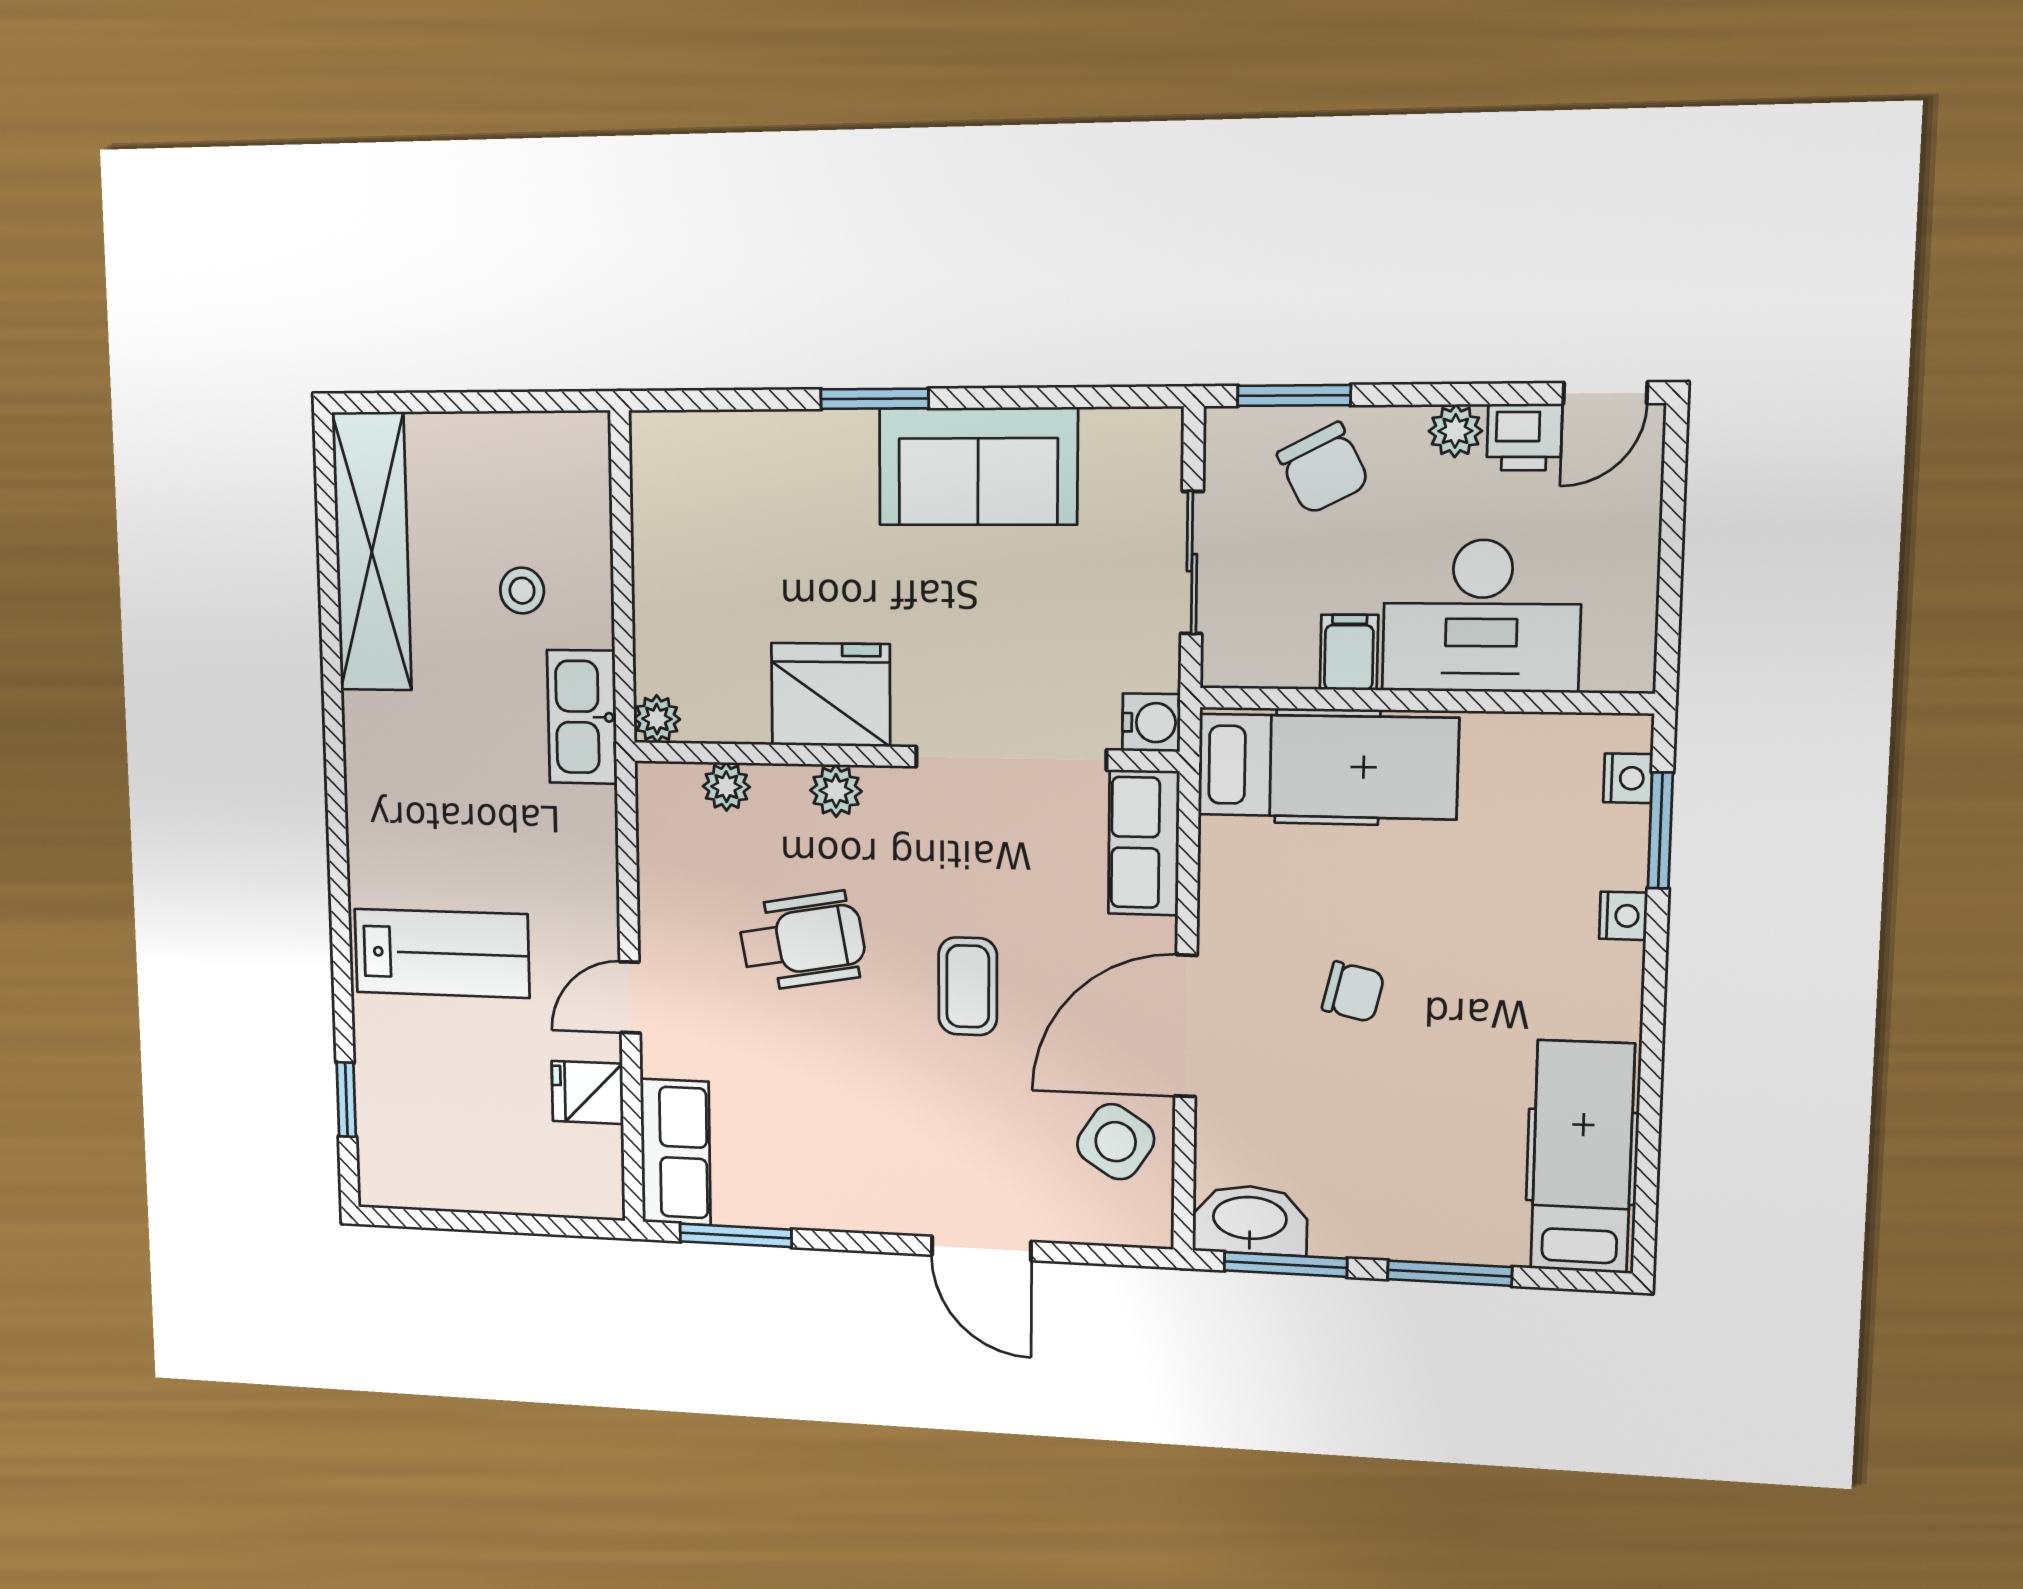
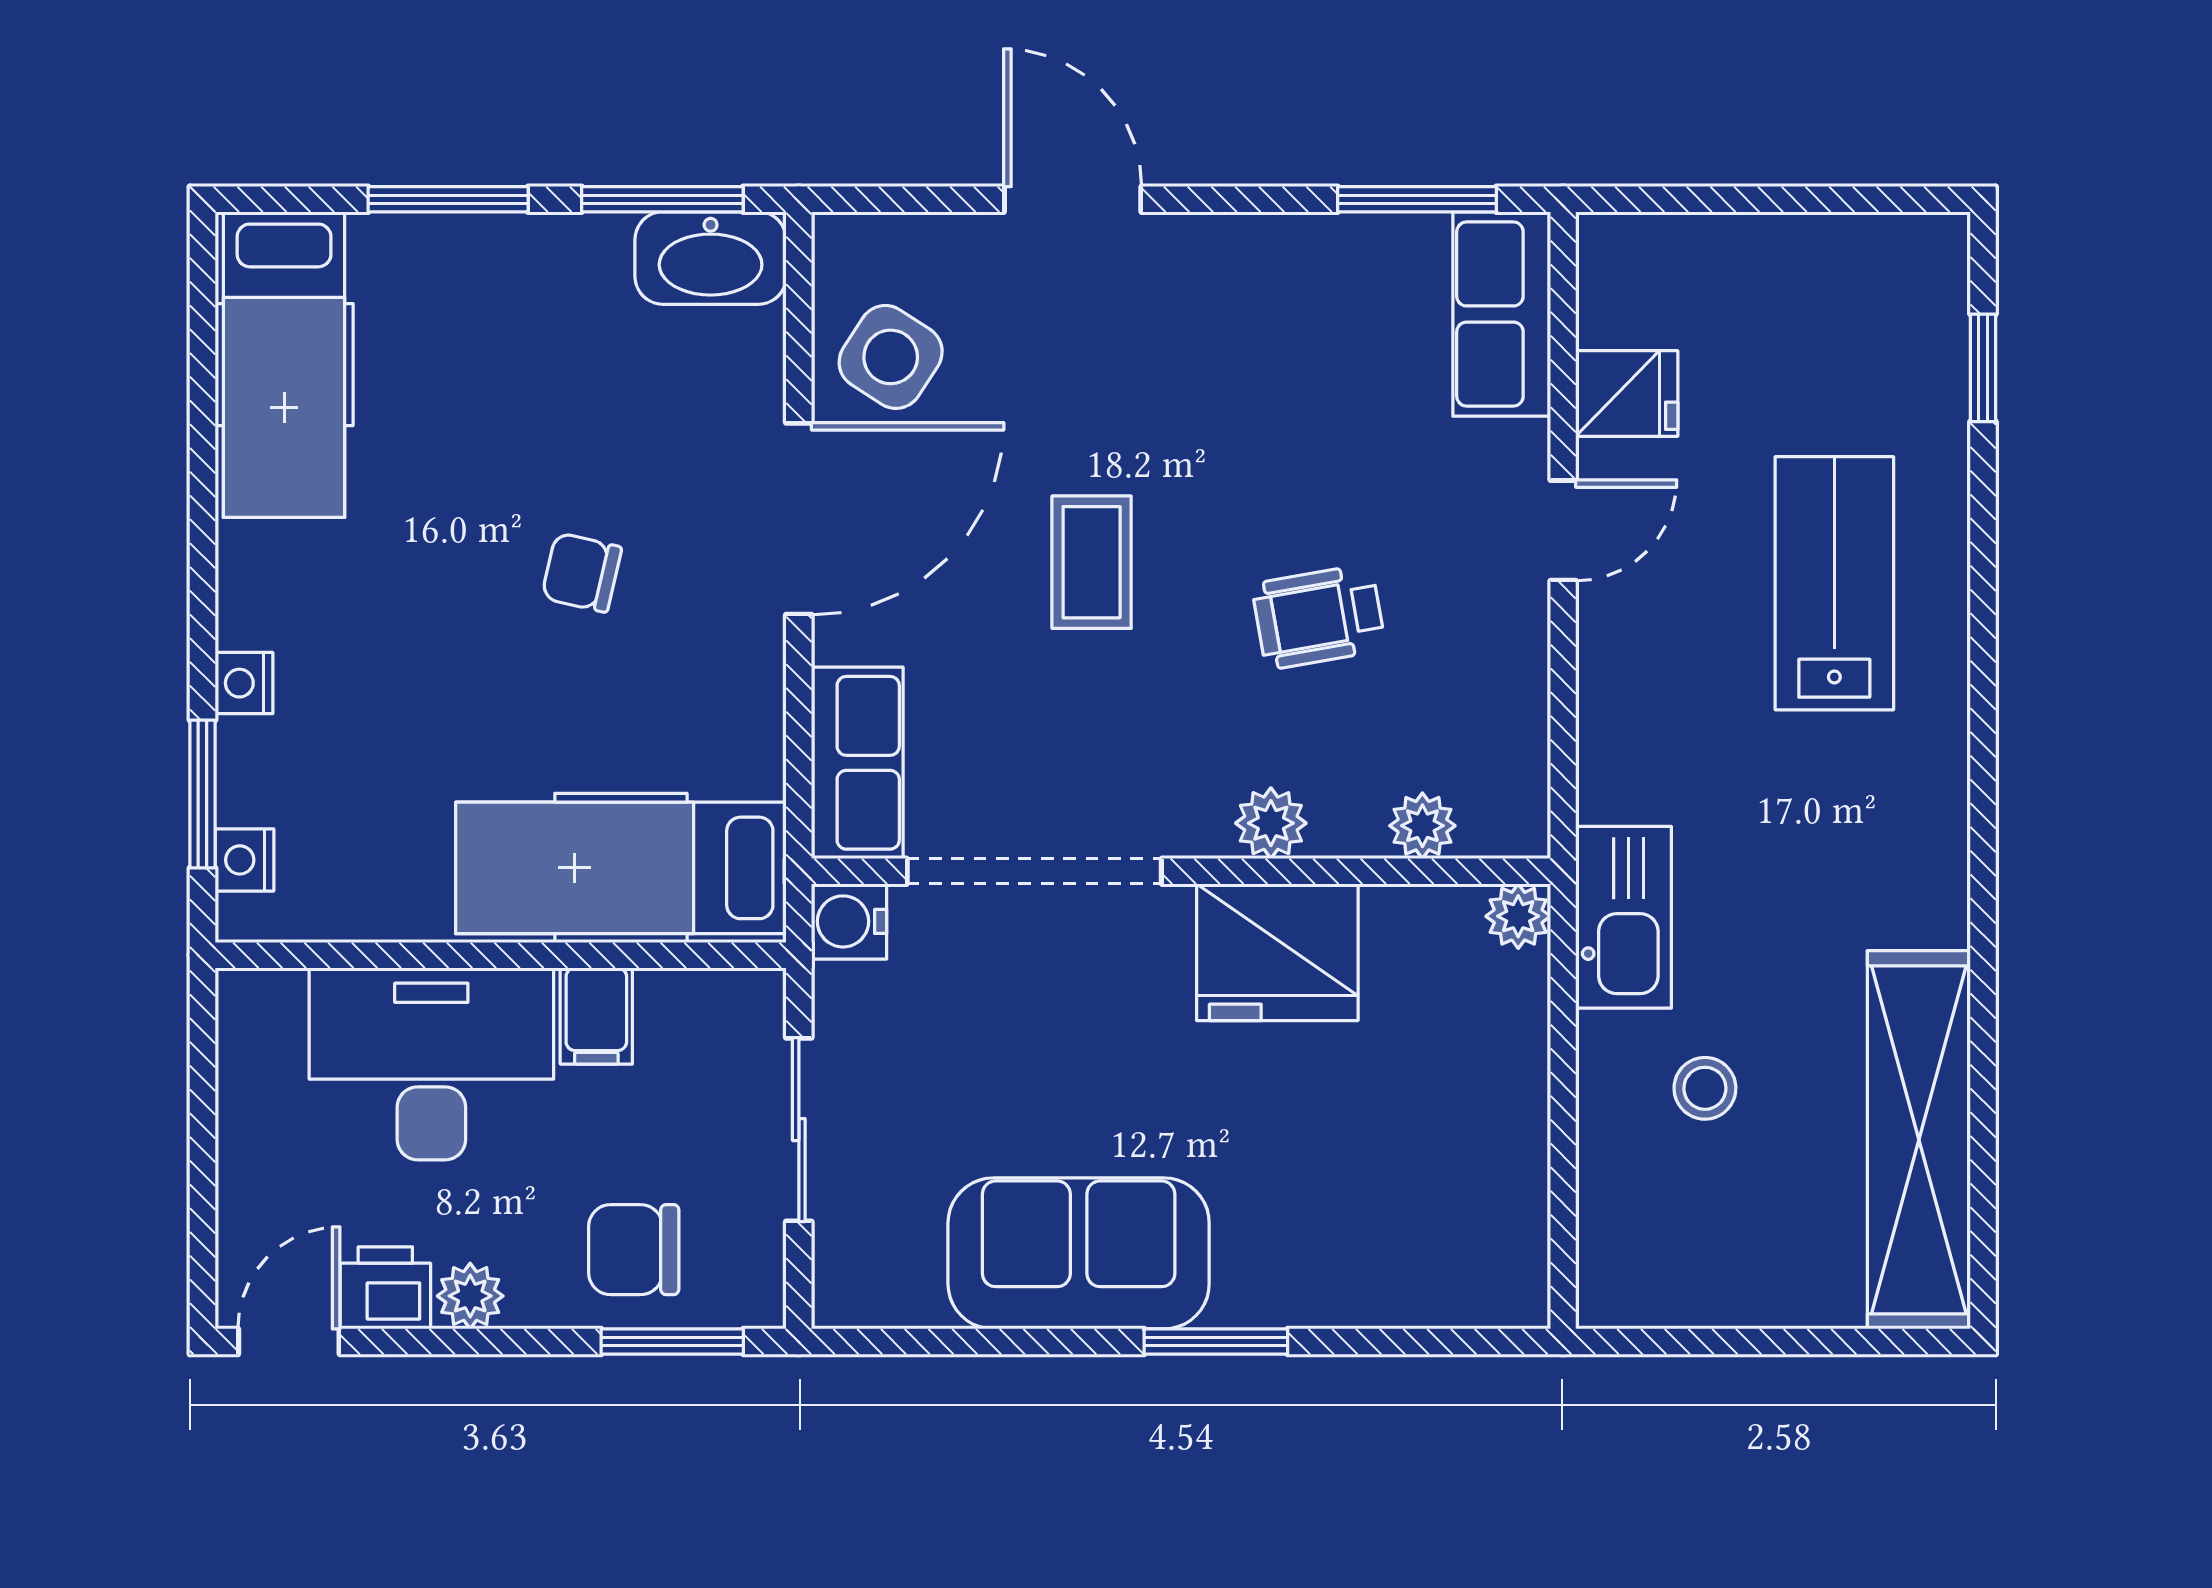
chair: (1323, 468) -> (634, 1250), turned -63
wheelchair: (802, 941) -> (1319, 617), width x0.73, depth x0.73
lab bench: (442, 953) -> (1834, 583), turned 90

